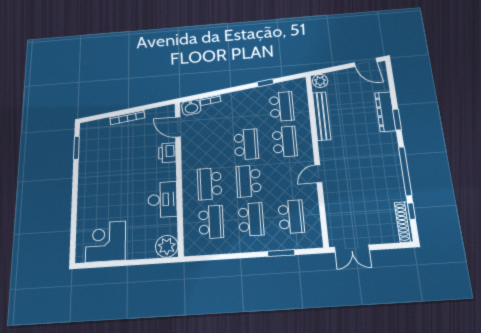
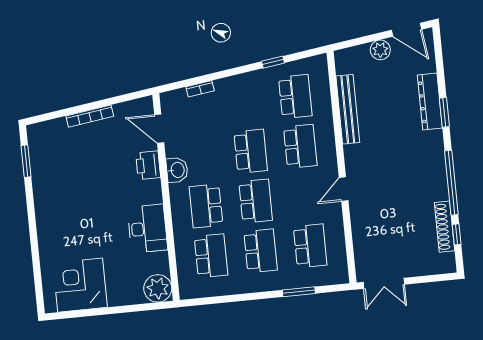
plant: (320, 81) -> (380, 50), moved
washbasin: (191, 107) -> (177, 170), moved, turned -82
school desk: (249, 181) -> (256, 201), turned 180
shoe rack: (404, 222) -> (445, 227), moved

